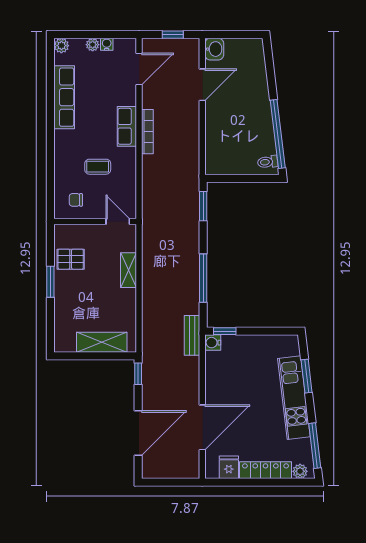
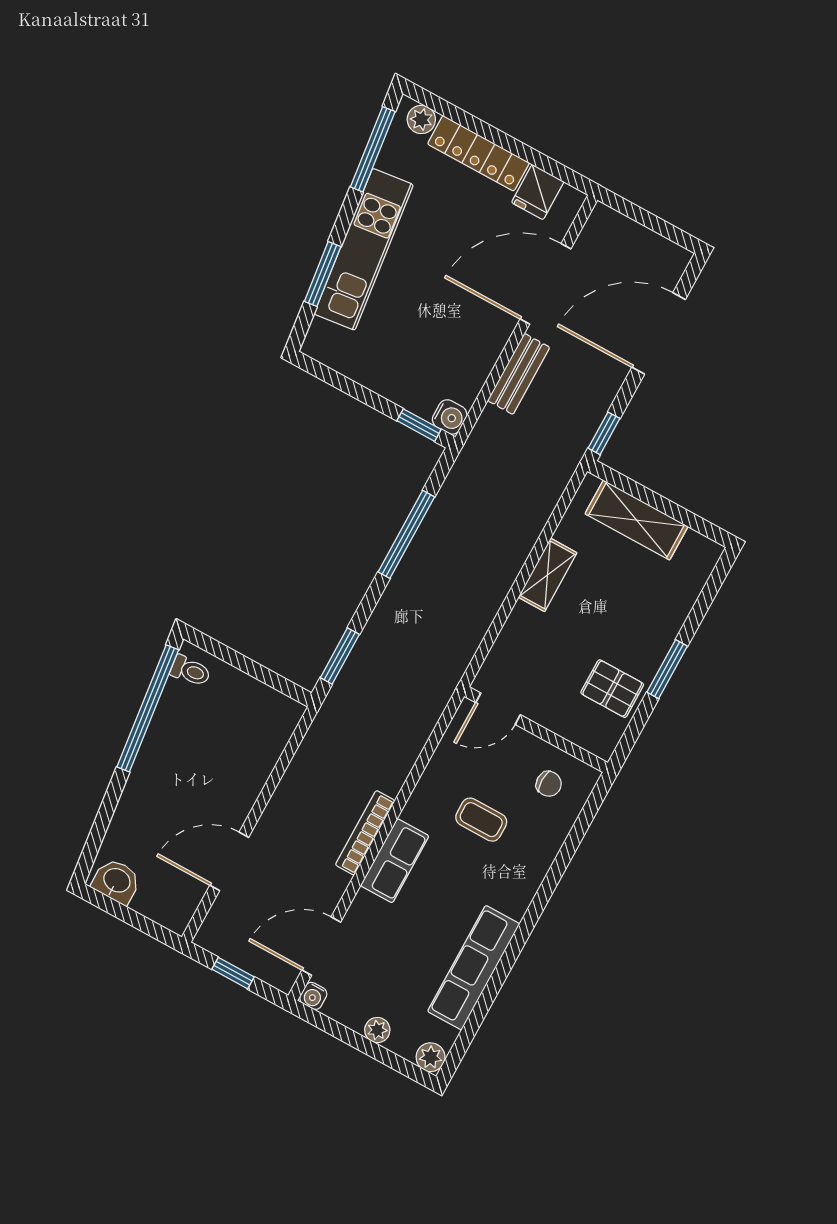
water cooler: (107, 44) -> (313, 996), moved
washbasin: (214, 49) -> (116, 881), moved, turned 90
door: (118, 221) -> (498, 709), hinge flipped
shelving: (129, 270) -> (548, 575), moved
bench: (192, 335) -> (519, 374), moved

